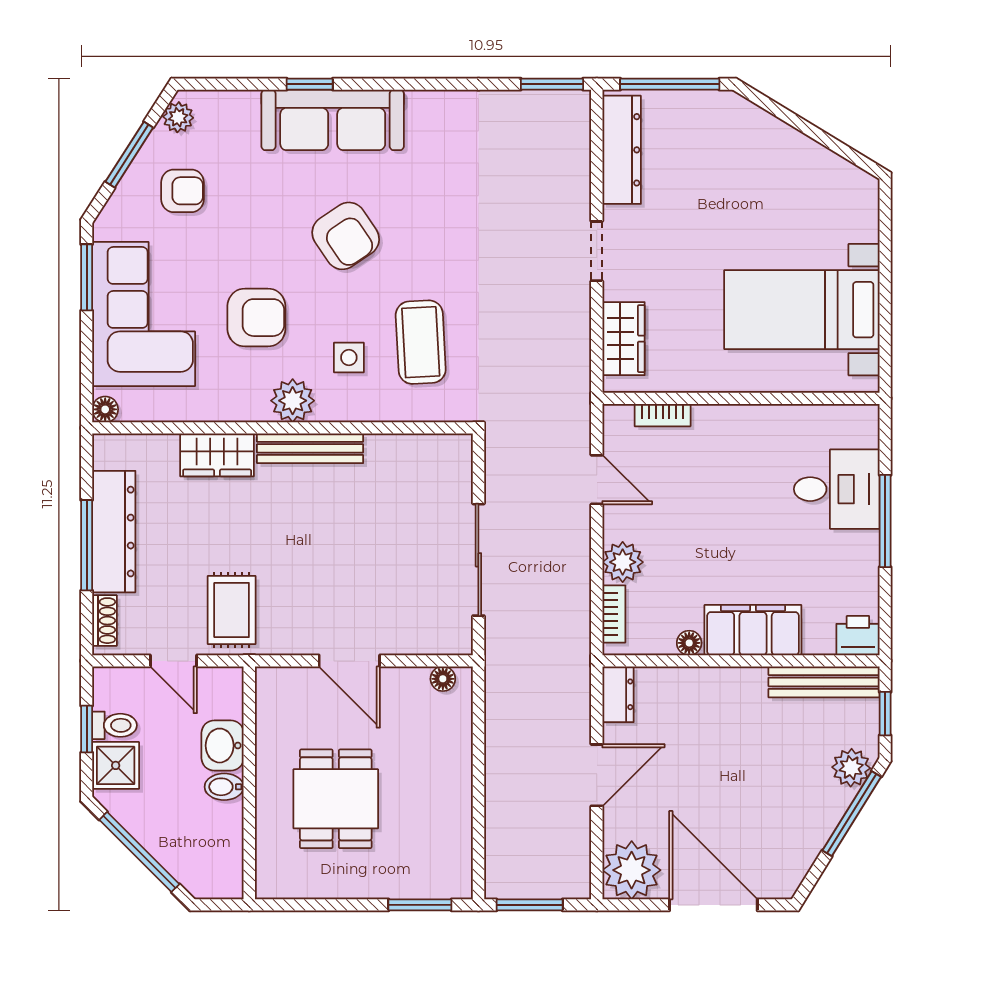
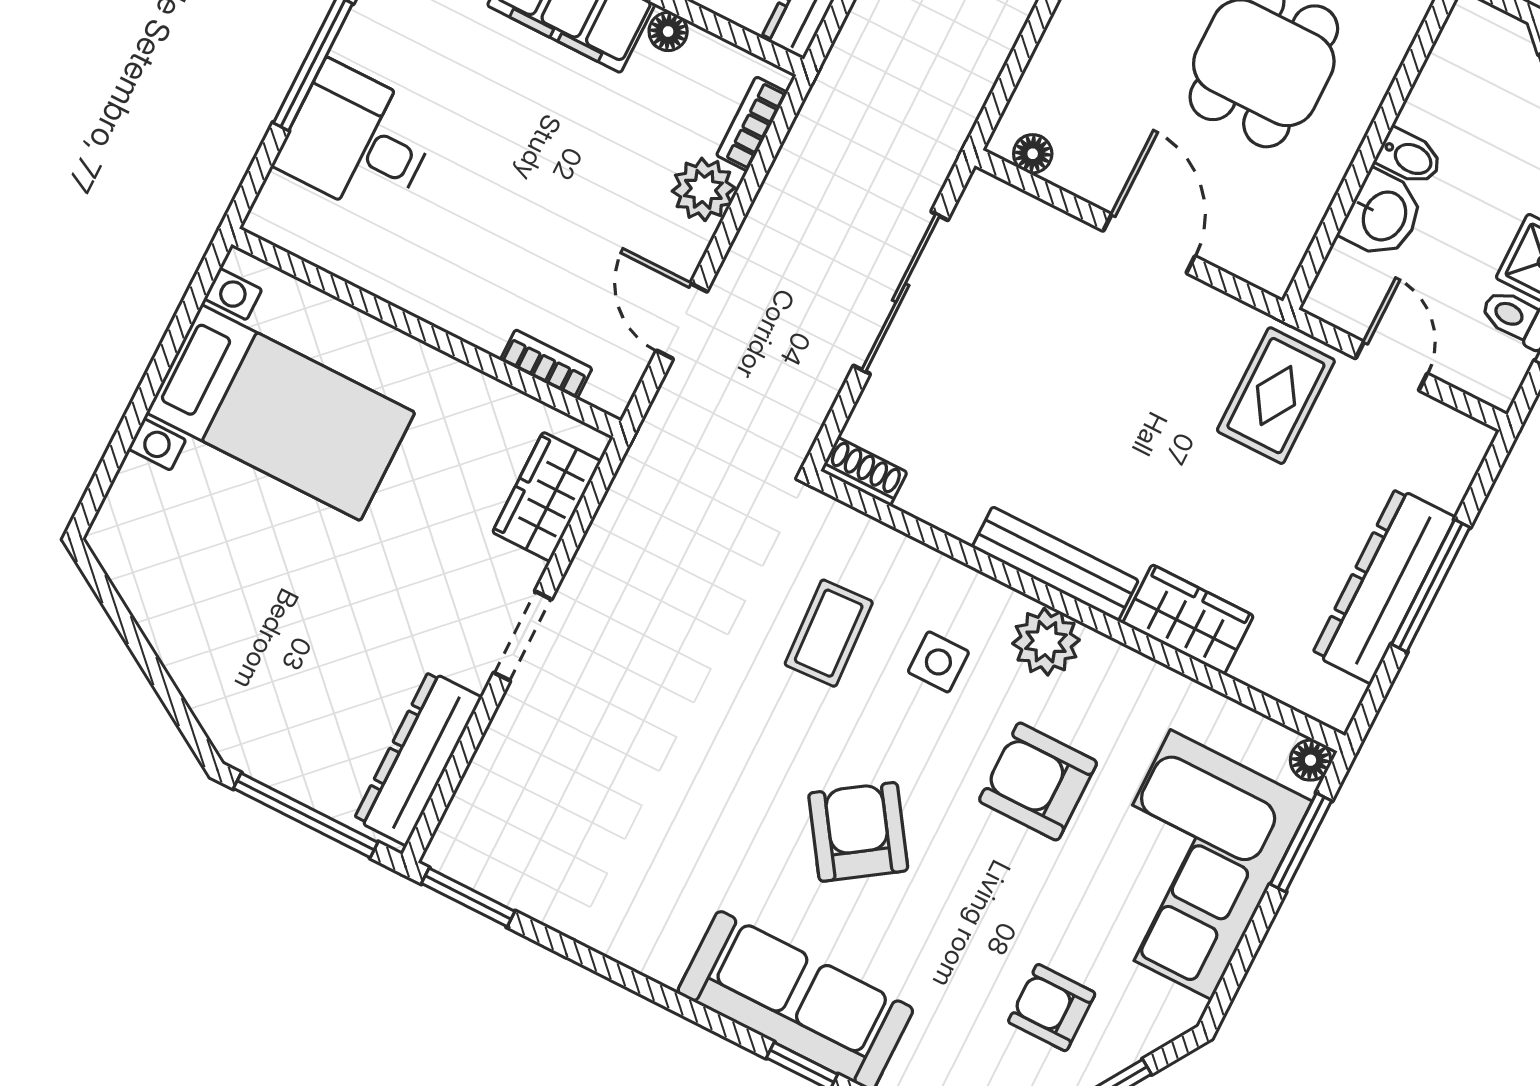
window: (87, 277) -> (1301, 842), moved
coffee table: (421, 342) -> (829, 633), width x0.73, depth x0.77
shoe rack: (104, 621) -> (864, 472), moved, turned 90

